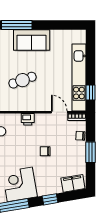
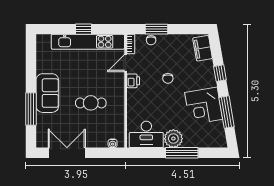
cafe table: (22, 80) -> (91, 103), turned -70
window: (91, 92) -> (83, 29), moved
printer: (28, 119) -> (133, 81), moved
window: (91, 152) -> (157, 29), moved

